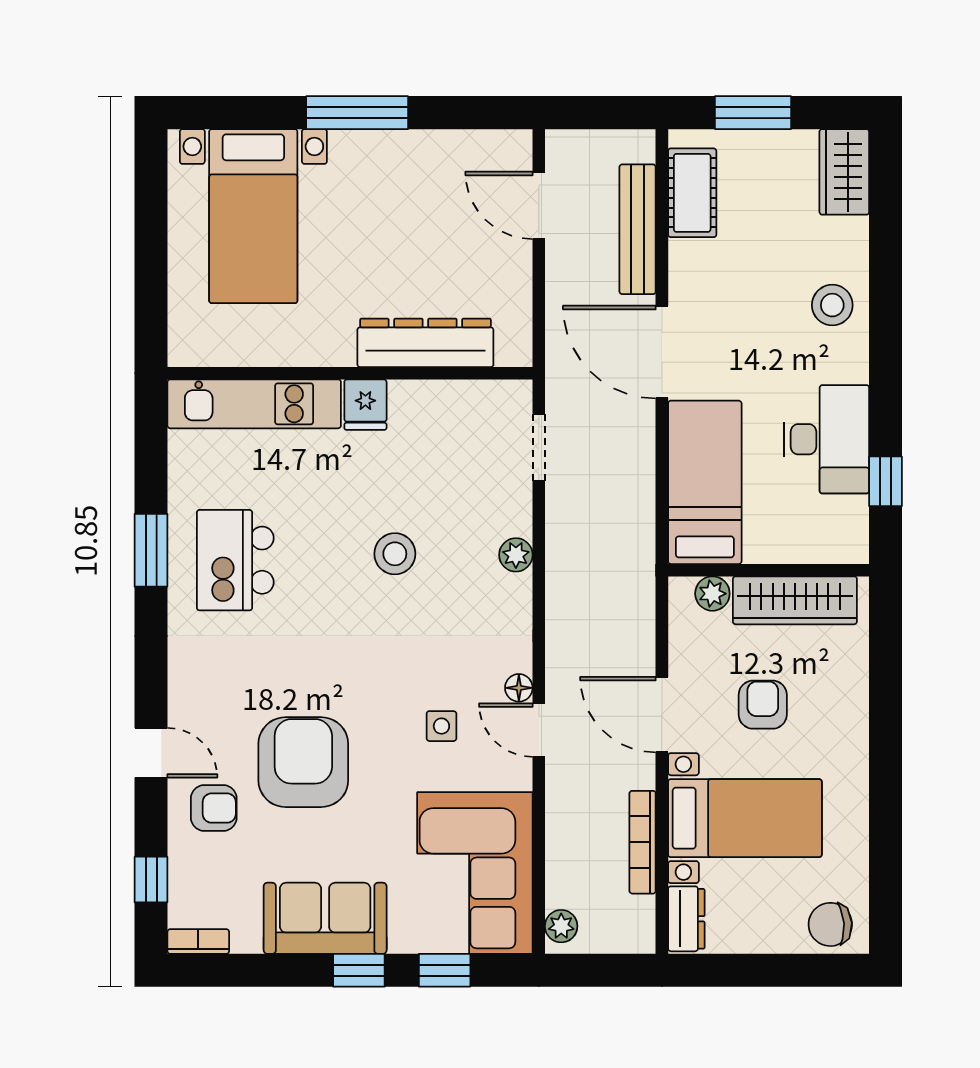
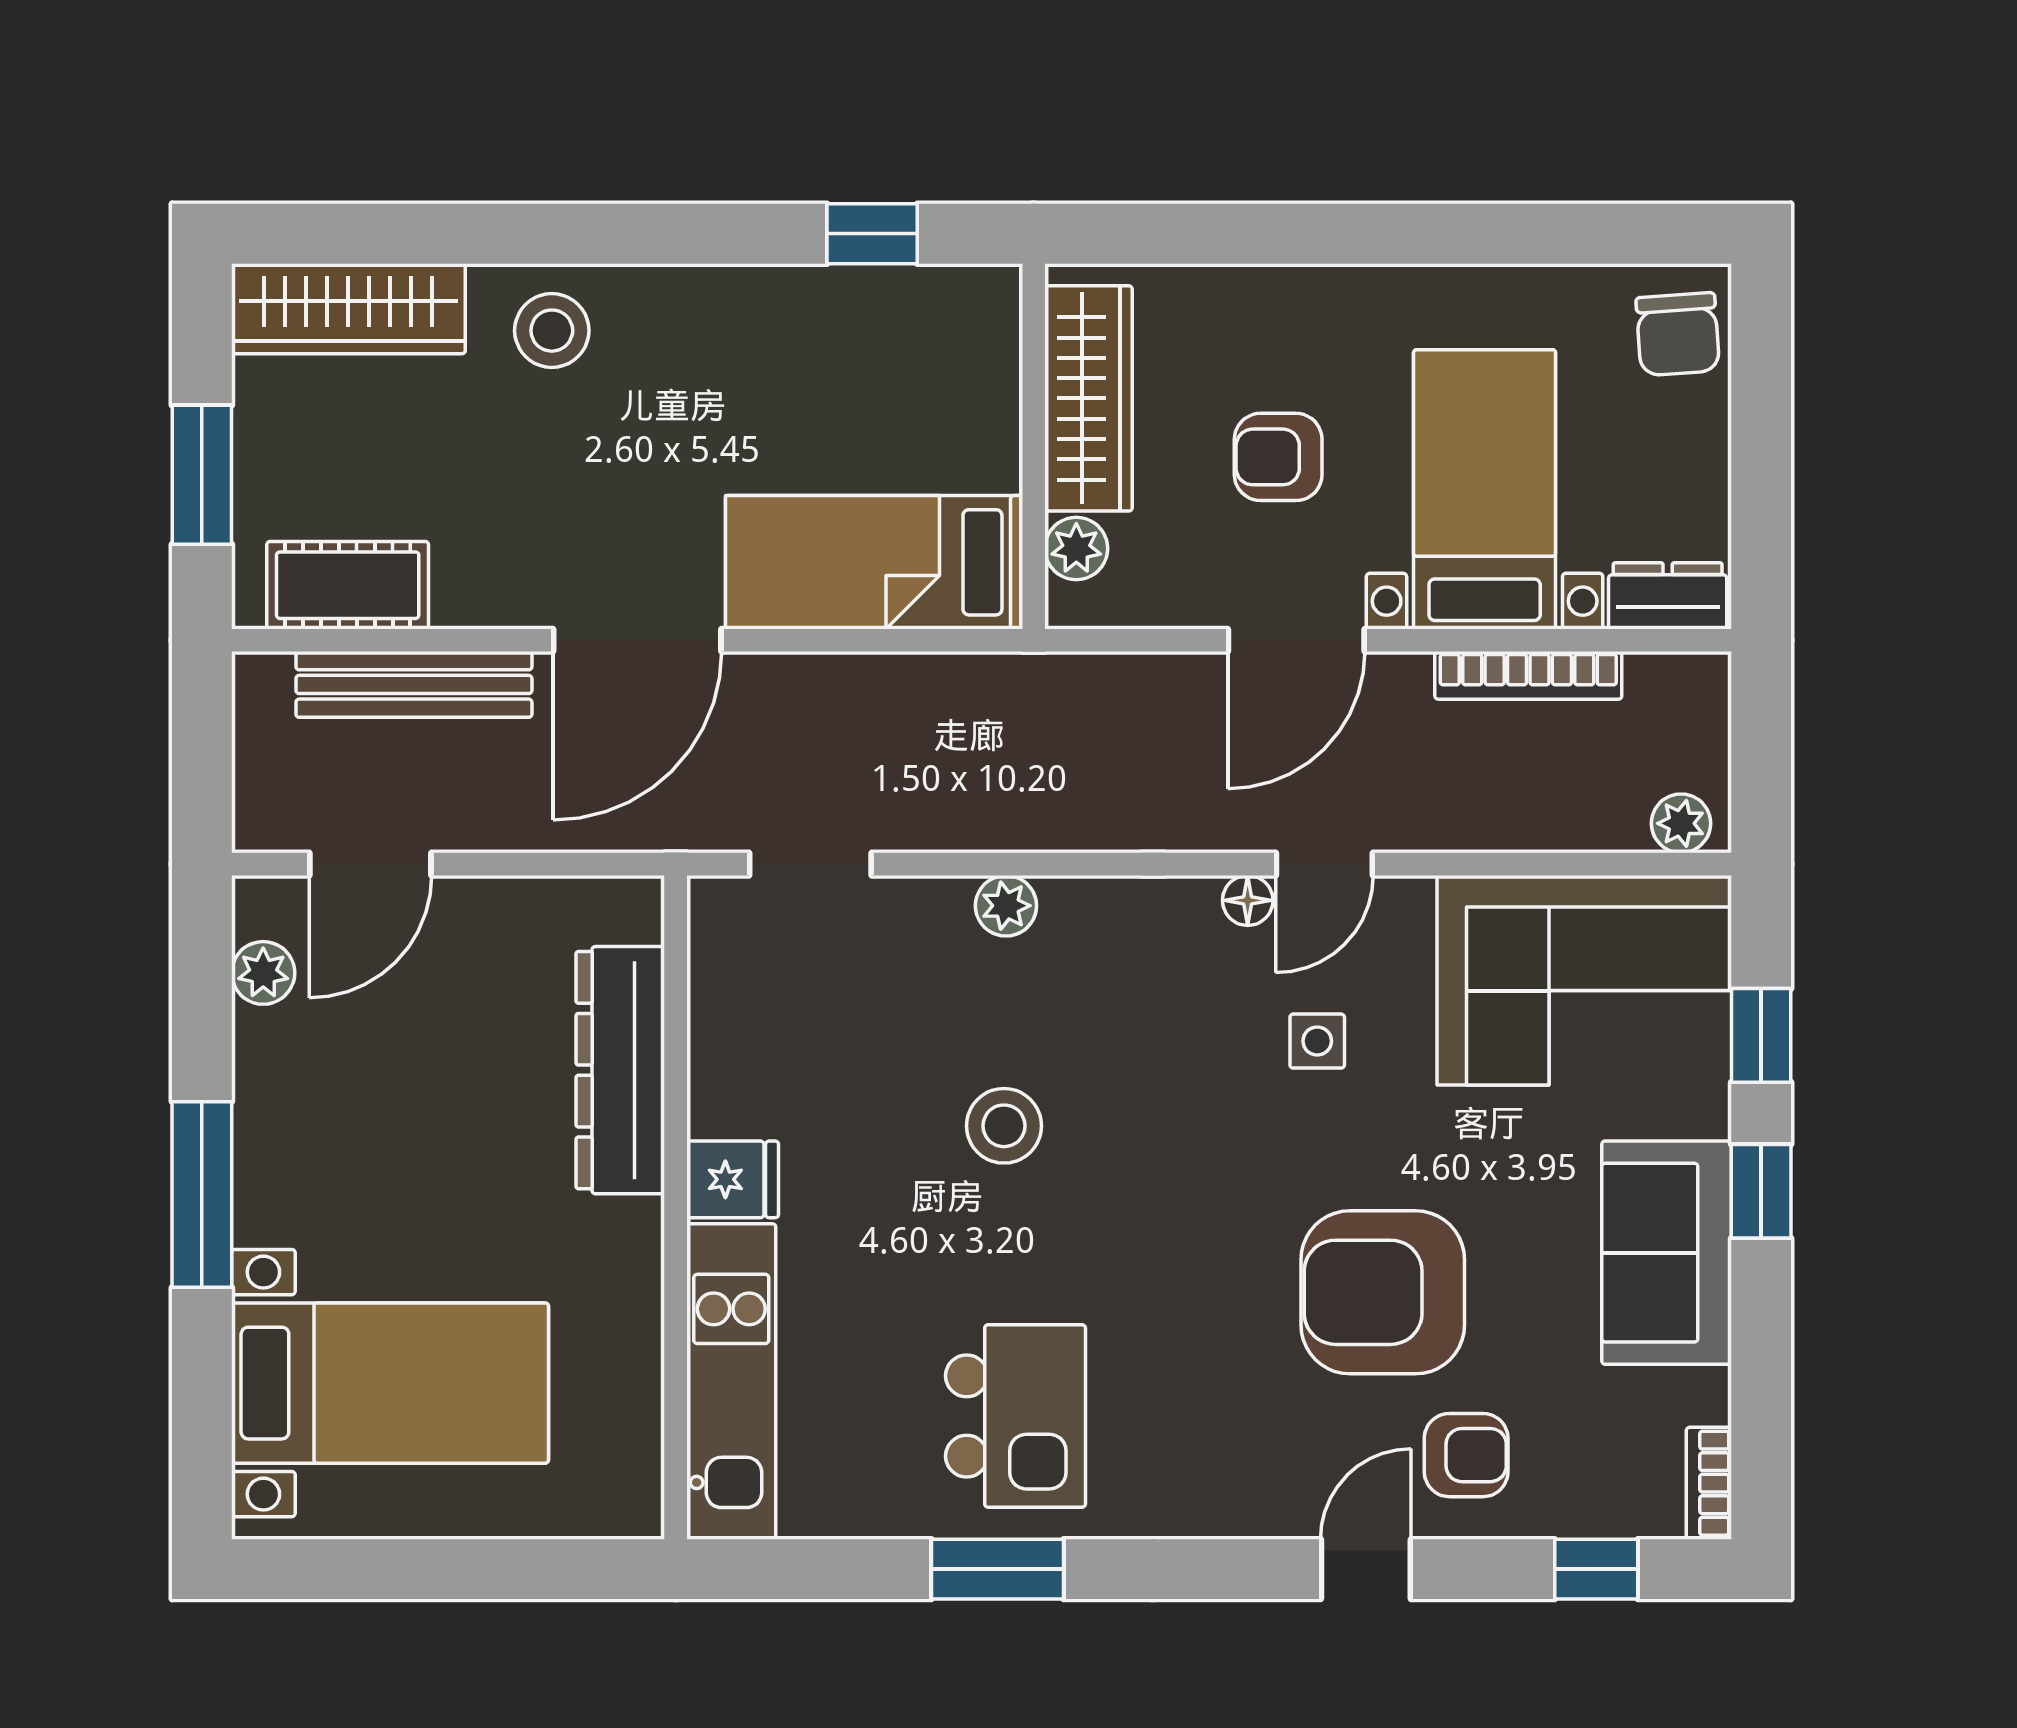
plant: (479, 146) -> (263, 973), added
wardrobe: (844, 172) -> (348, 309), width x1.50
desk: (827, 439) -> (796, 341), removed
kitchen island: (235, 560) -> (1016, 1416), turned -90
armchair: (214, 808) -> (1466, 1455), turned 90

